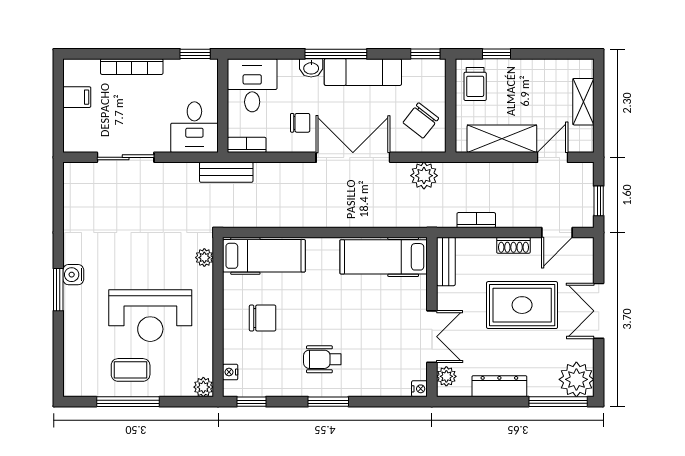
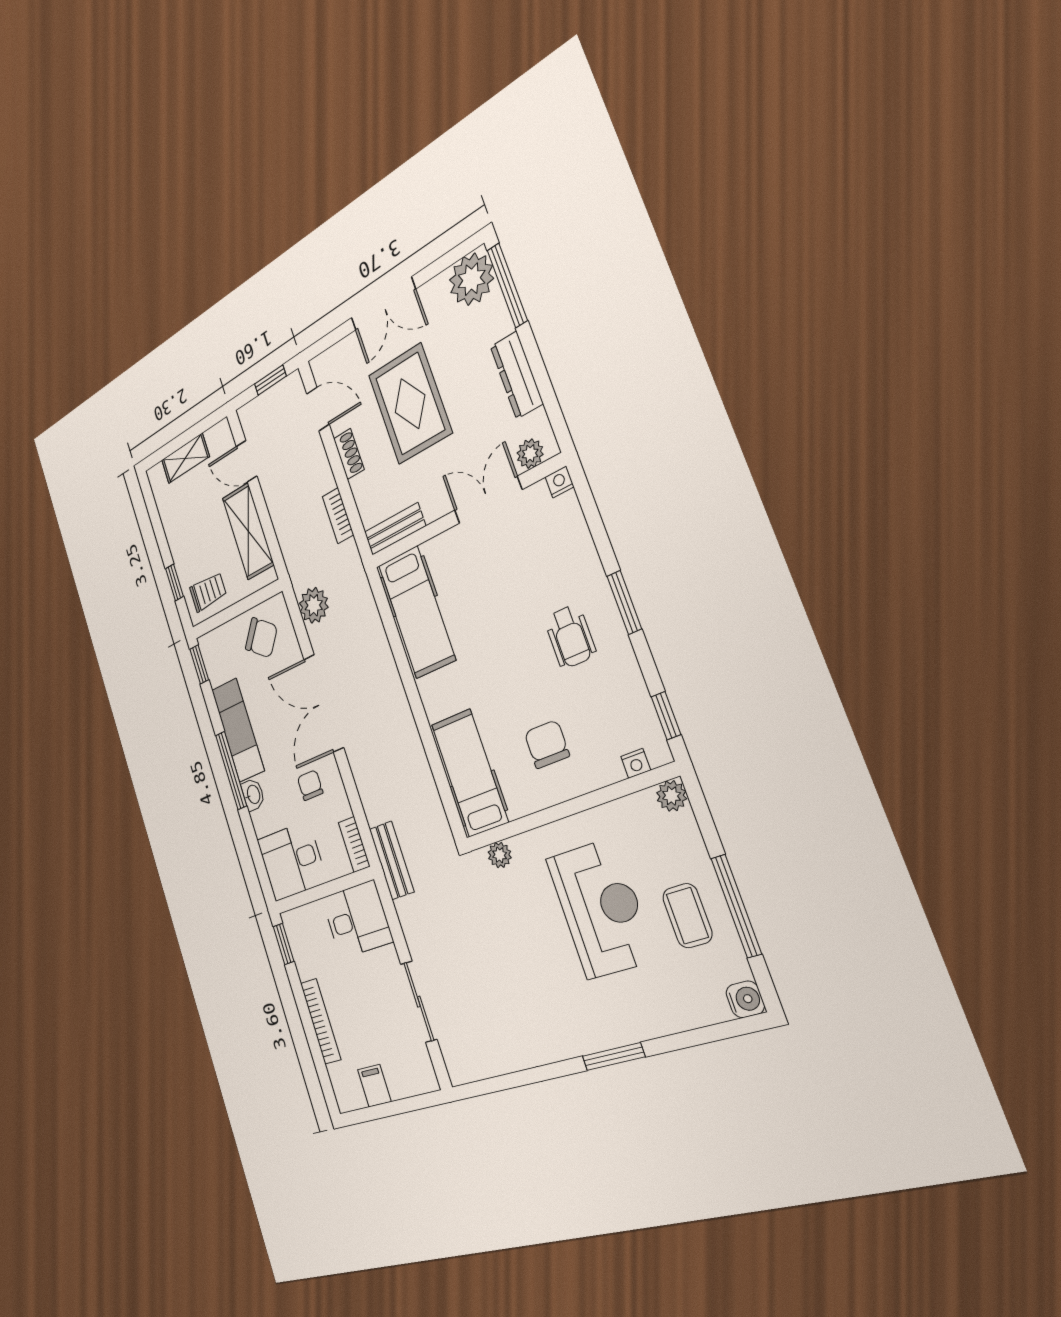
water cooler: (73, 275) -> (745, 999), moved, turned -90

